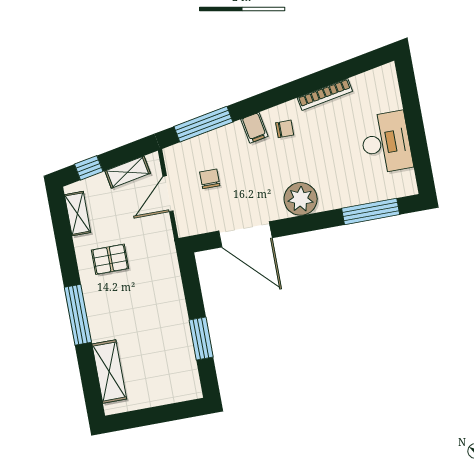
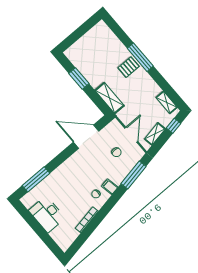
plant: (301, 199) -> (71, 167), removed
pallet: (110, 259) -> (129, 67), moved
shelving: (109, 372) -> (110, 98), moved

